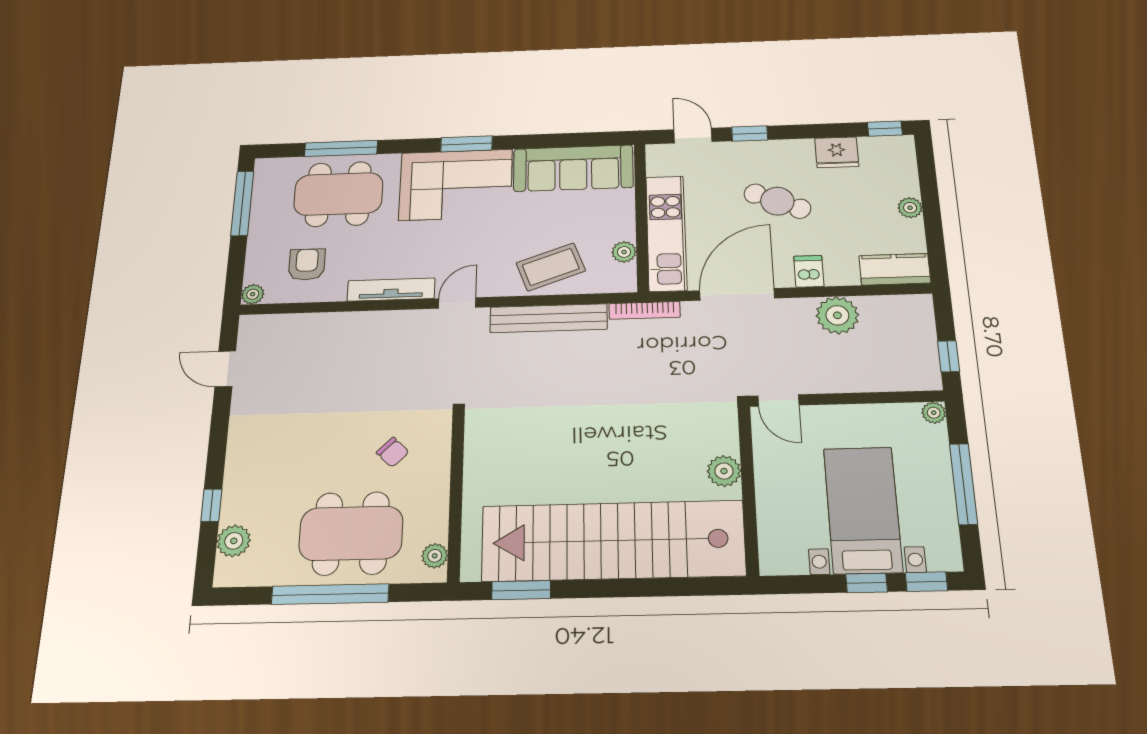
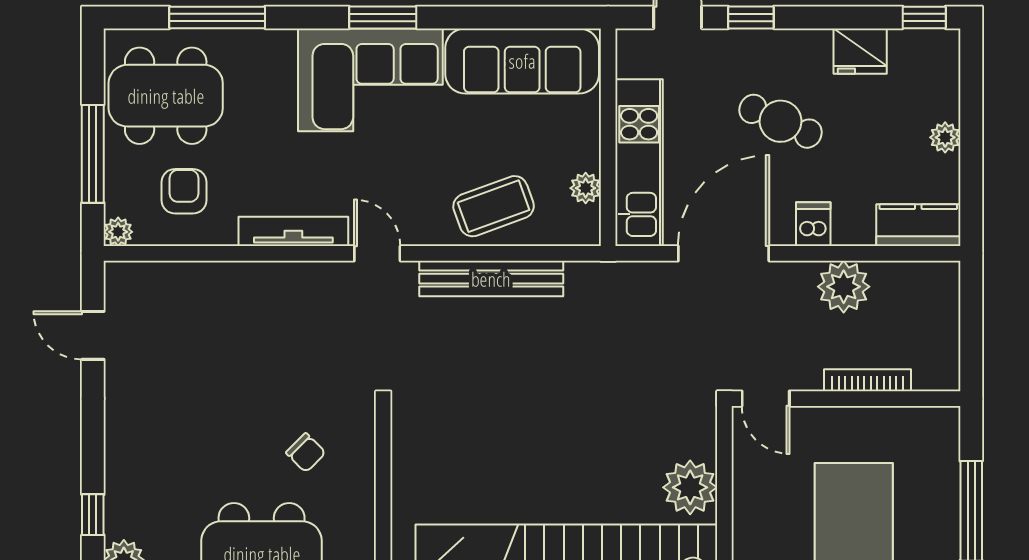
dining table: (338, 194) -> (166, 96), moved
window: (242, 203) -> (93, 154), moved
door: (457, 303) -> (377, 253), hinge flipped
bookcase: (645, 310) -> (868, 380), moved, turned 180
window: (949, 356) -> (971, 347), removed
plant: (934, 413) -> (946, 420), removed
plant: (724, 471) -> (690, 487), width x1.36, depth x1.36

